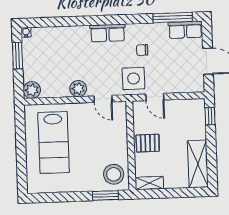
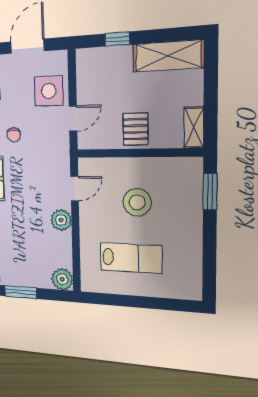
side table: (133, 78) -> (49, 91), moved
window: (210, 116) -> (117, 39), moved
lab bench: (54, 142) -> (131, 258), width x0.73, depth x0.72
stool: (114, 174) -> (137, 202), moved

